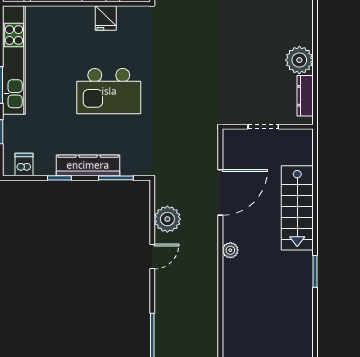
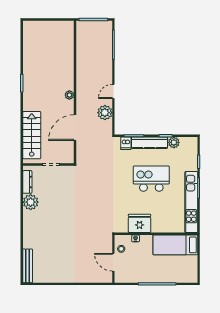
fridge: (106, 18) -> (140, 223), width x1.88, depth x1.34
kitchen island: (109, 91) -> (151, 179), moved
dishwasher: (24, 165) -> (126, 143), moved
plant: (45, 166) -> (174, 142), added
stairs: (297, 208) -> (32, 135), moved

